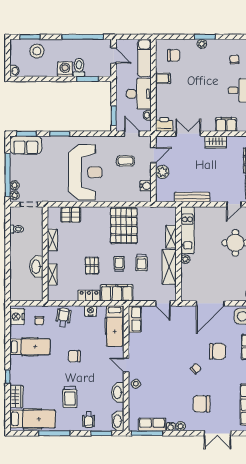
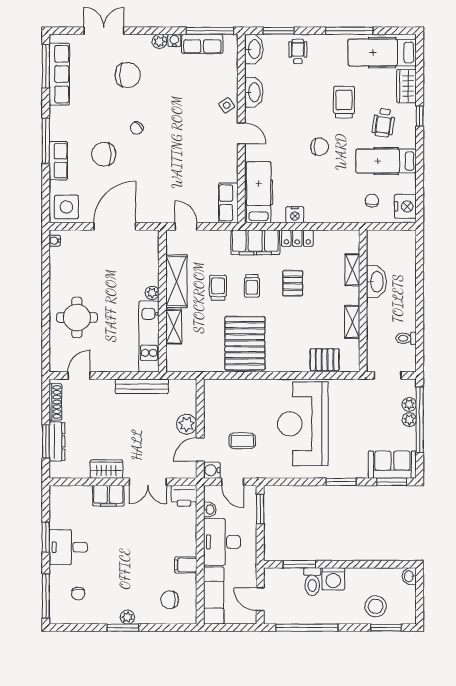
filing cabinet: (226, 124) -> (108, 496), moved
water cooler: (146, 186) -> (212, 470), moved
plant: (15, 195) -> (409, 420), moved
wheelchair: (63, 317) -> (384, 123), moved
trolley: (70, 397) -> (344, 102), moved

